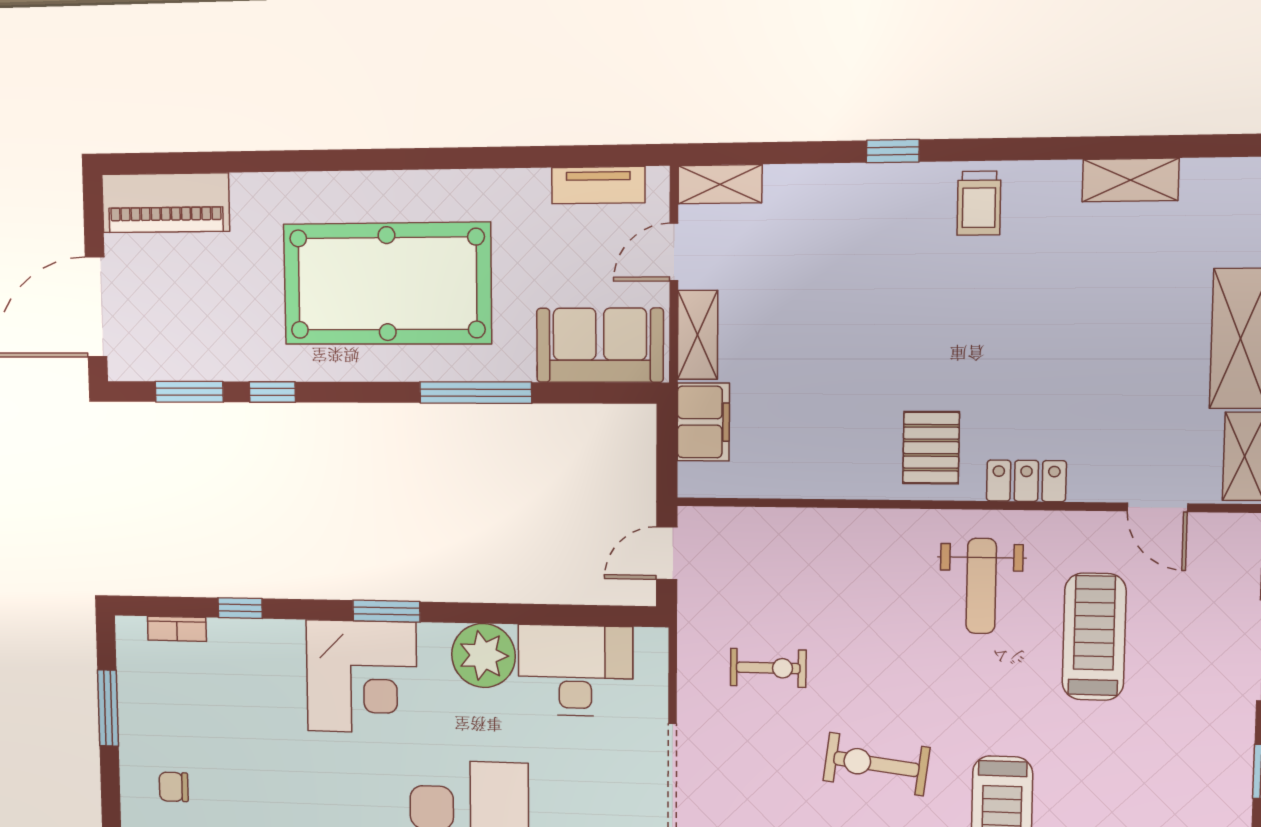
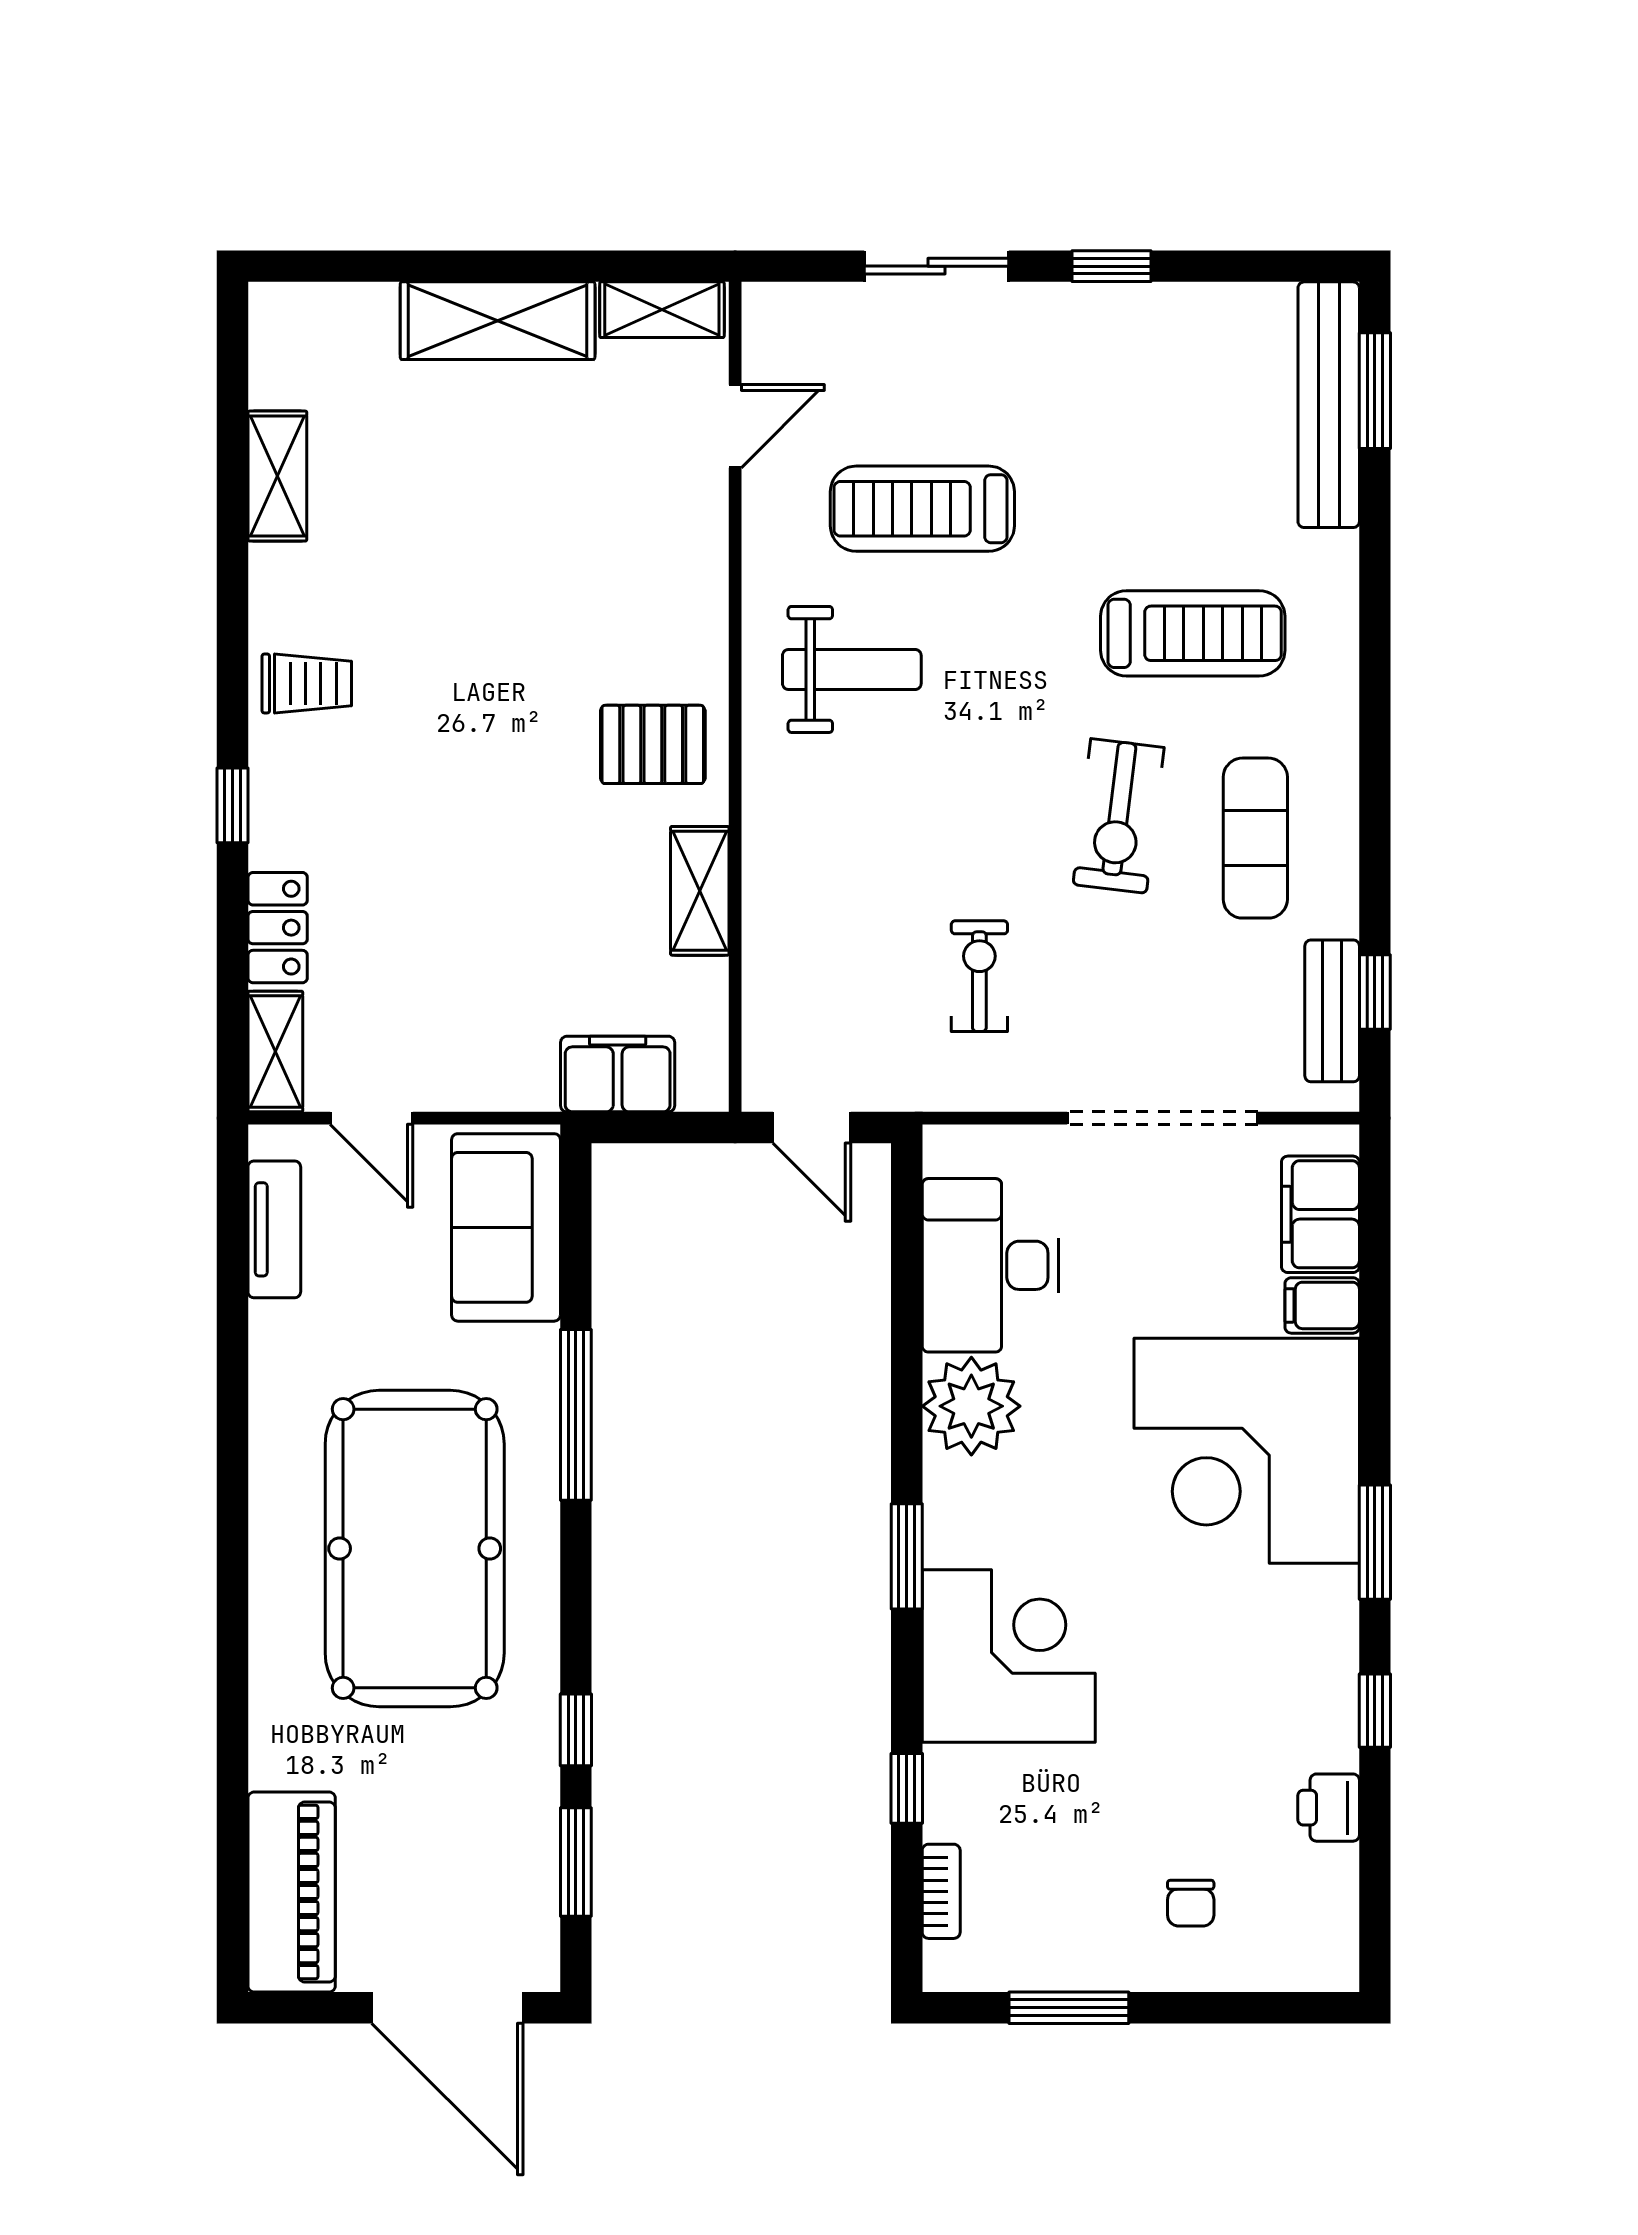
shelving: (698, 335) -> (700, 891), moved, turned 90
locker: (1026, 481) -> (278, 928), moved, turned 180
corner desk: (362, 677) -> (1009, 1656), moved

